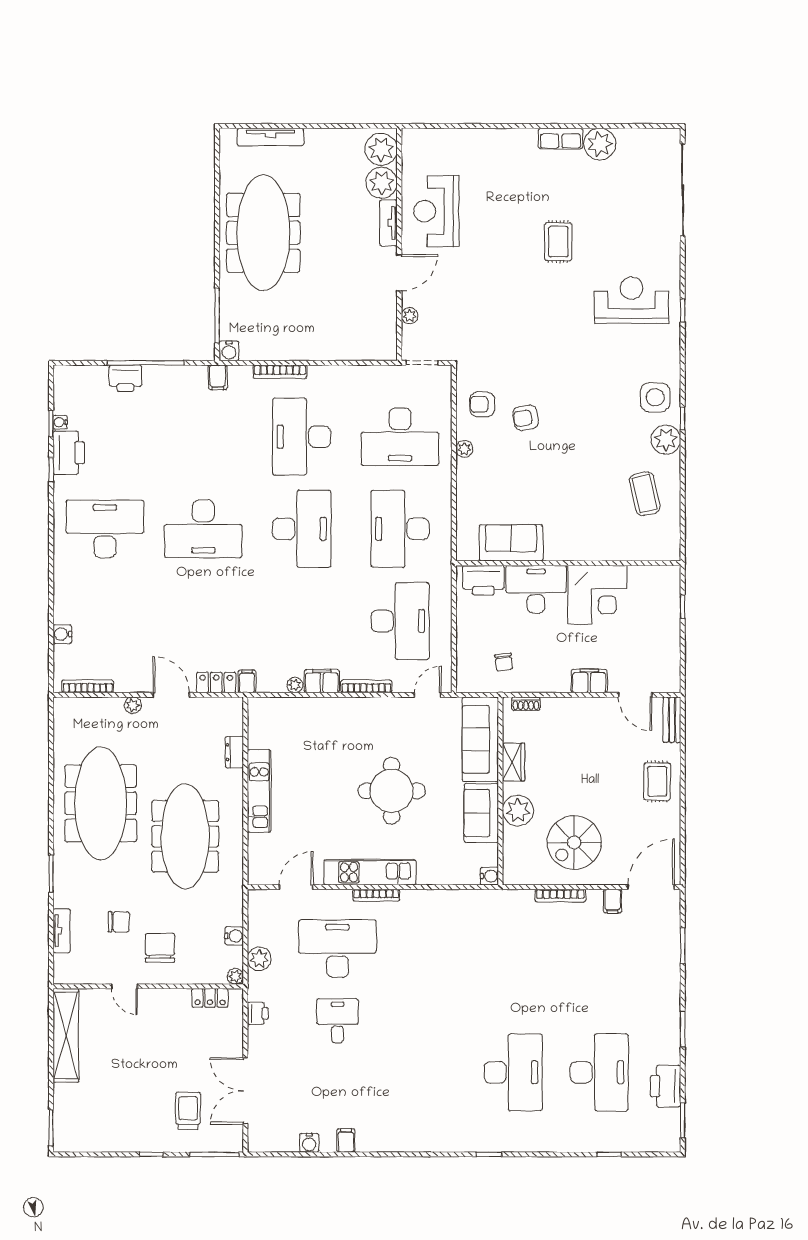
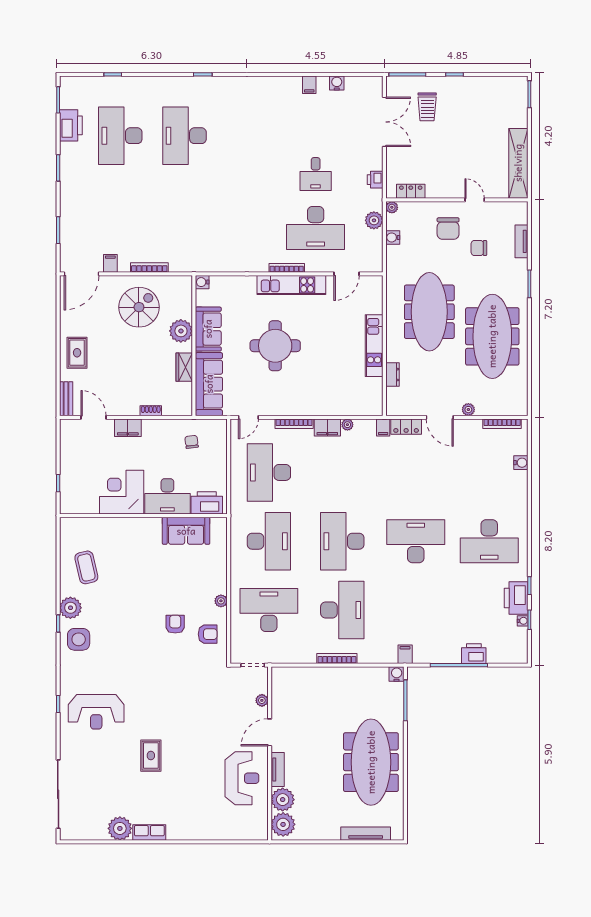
bookcase: (280, 372) -> (337, 658), moved
armchair: (526, 418) -> (175, 624), turned -81
shoe rack: (526, 704) -> (151, 411), moved

